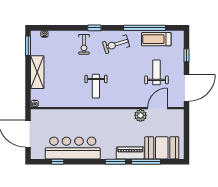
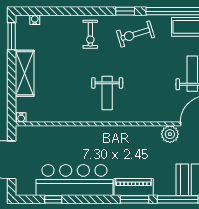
window: (94, 28) -> (125, 11), moved
piano: (130, 153) -> (134, 187), moved

